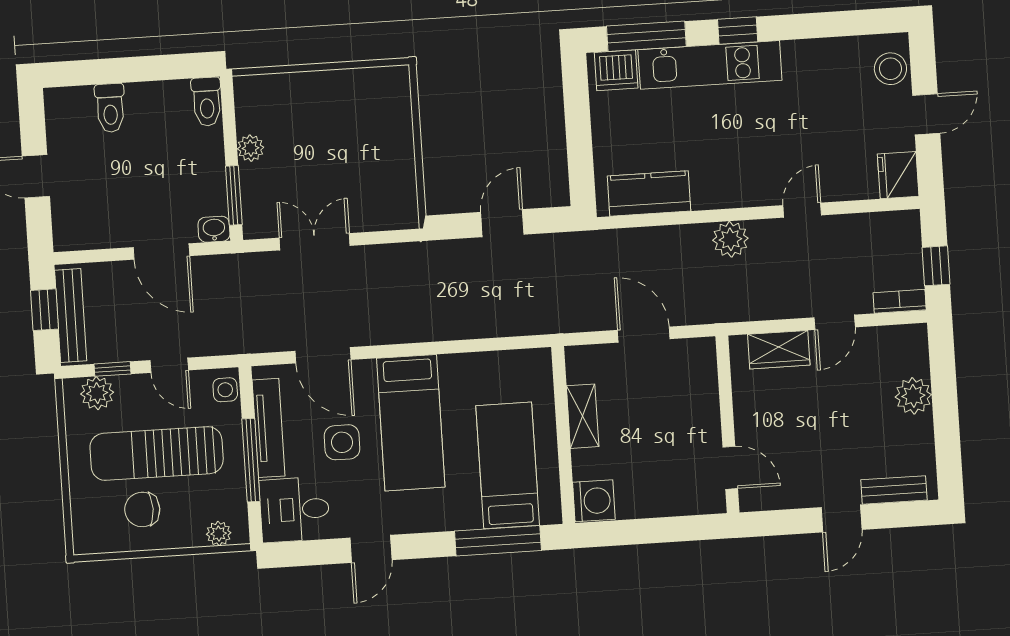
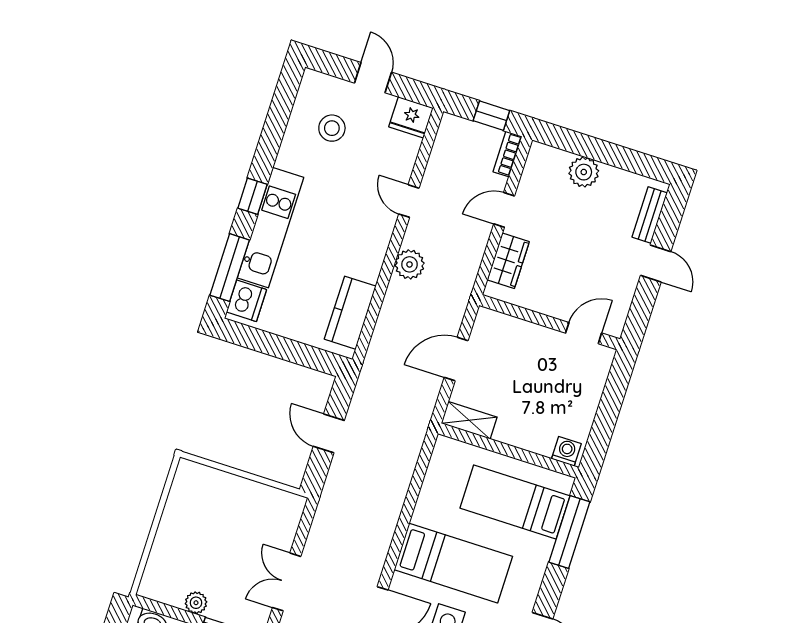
stool: (890, 69) -> (332, 128), moved
door: (835, 322) -> (504, 210), swing flipped
shelving: (583, 416) -> (469, 420), moved
washing machine: (594, 501) -> (566, 451), width x0.73, depth x0.73

